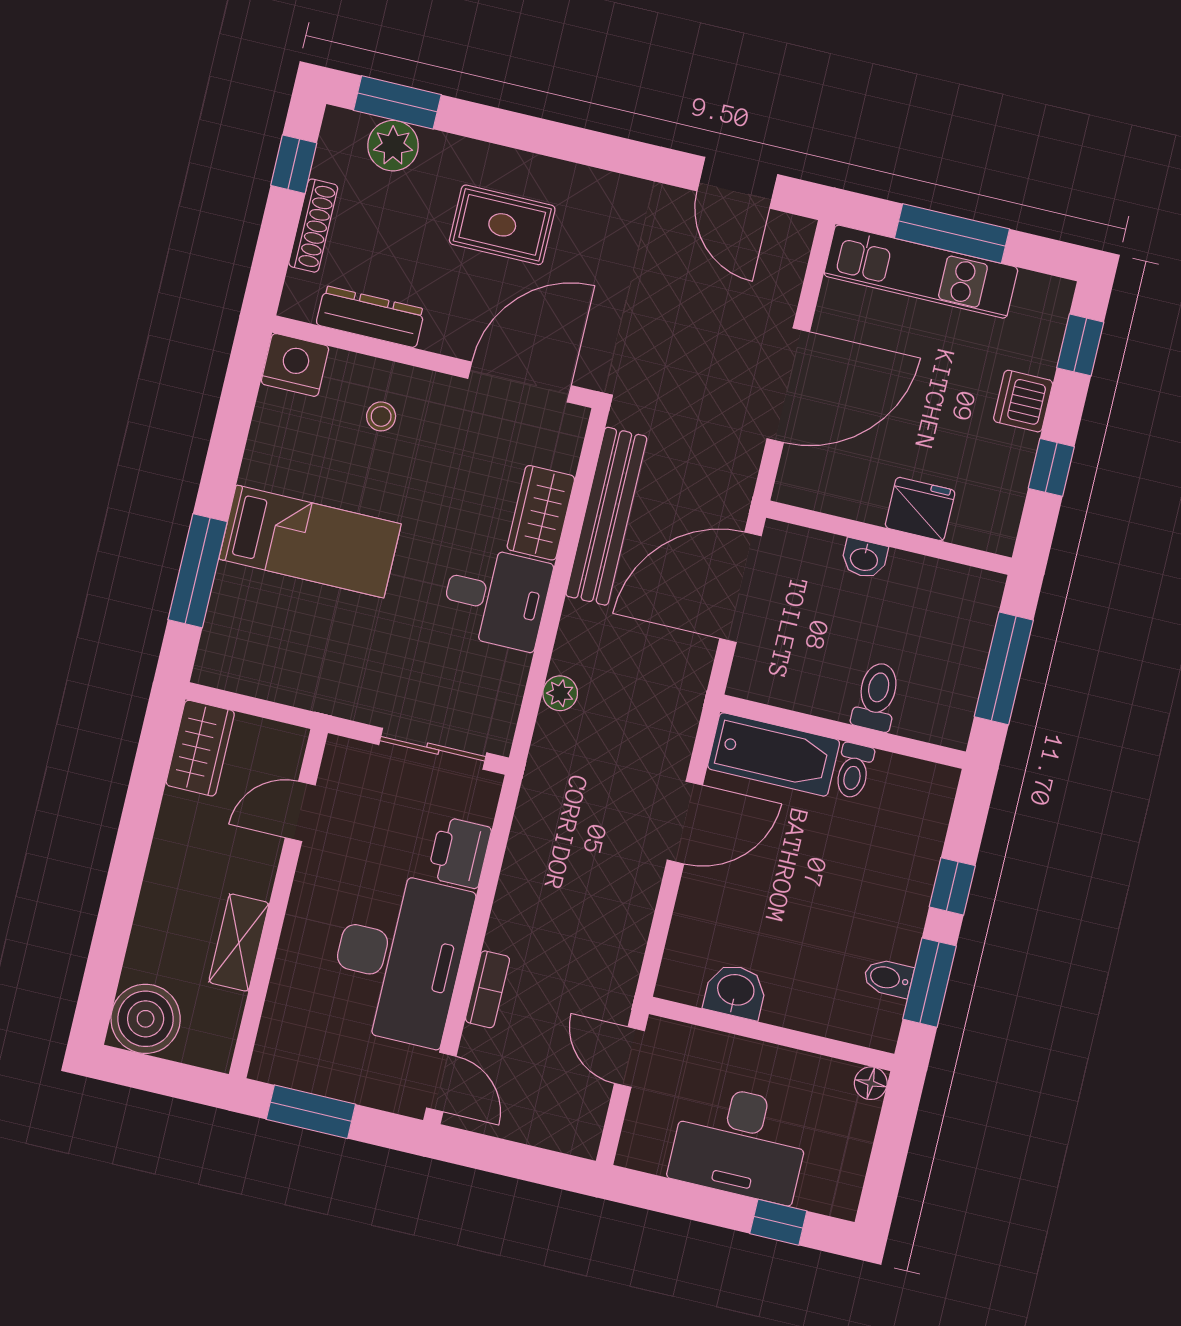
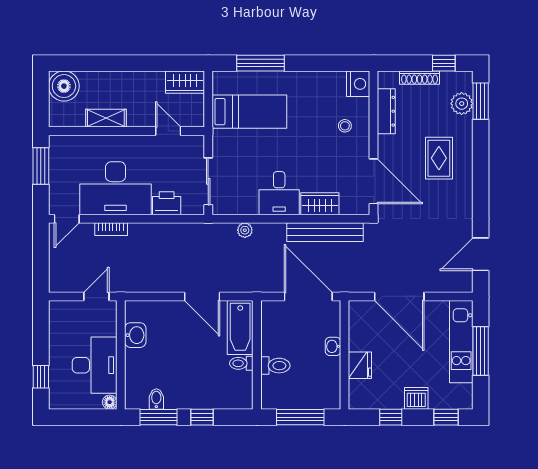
bed: (310, 542) -> (249, 112), moved, turned -90
desk: (740, 1143) -> (95, 365), moved, turned 180

